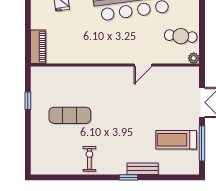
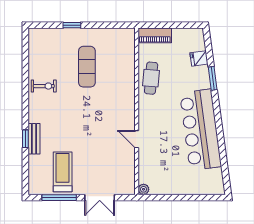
cafe table: (181, 36) -> (151, 78), moved
window: (28, 101) -> (72, 25), moved
window: (128, 177) -> (25, 139), moved

